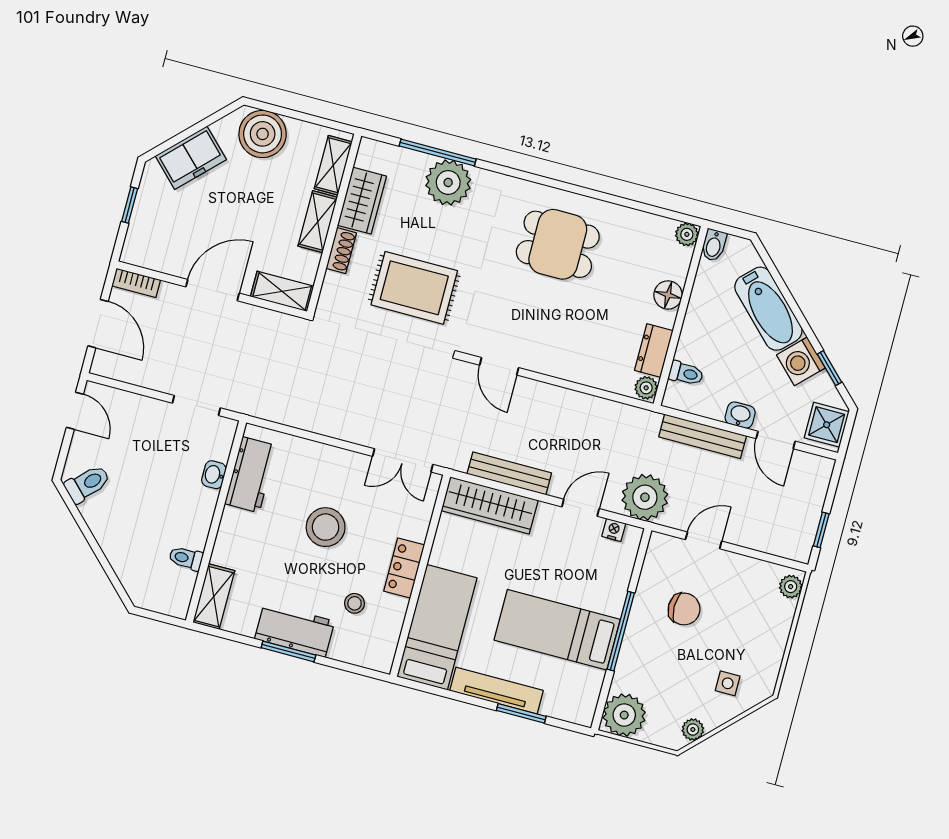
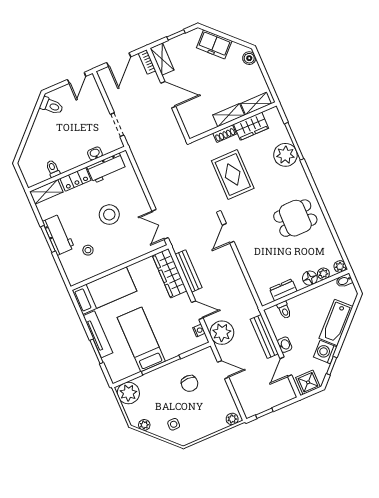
boiler: (263, 134) -> (249, 58), width x0.54, depth x0.54
dining table: (558, 244) -> (295, 218), turned 90
shelving: (282, 291) -> (162, 59), moved
plant: (646, 388) -> (323, 274), moved
locker: (404, 568) -> (76, 179), moved, turned 180

